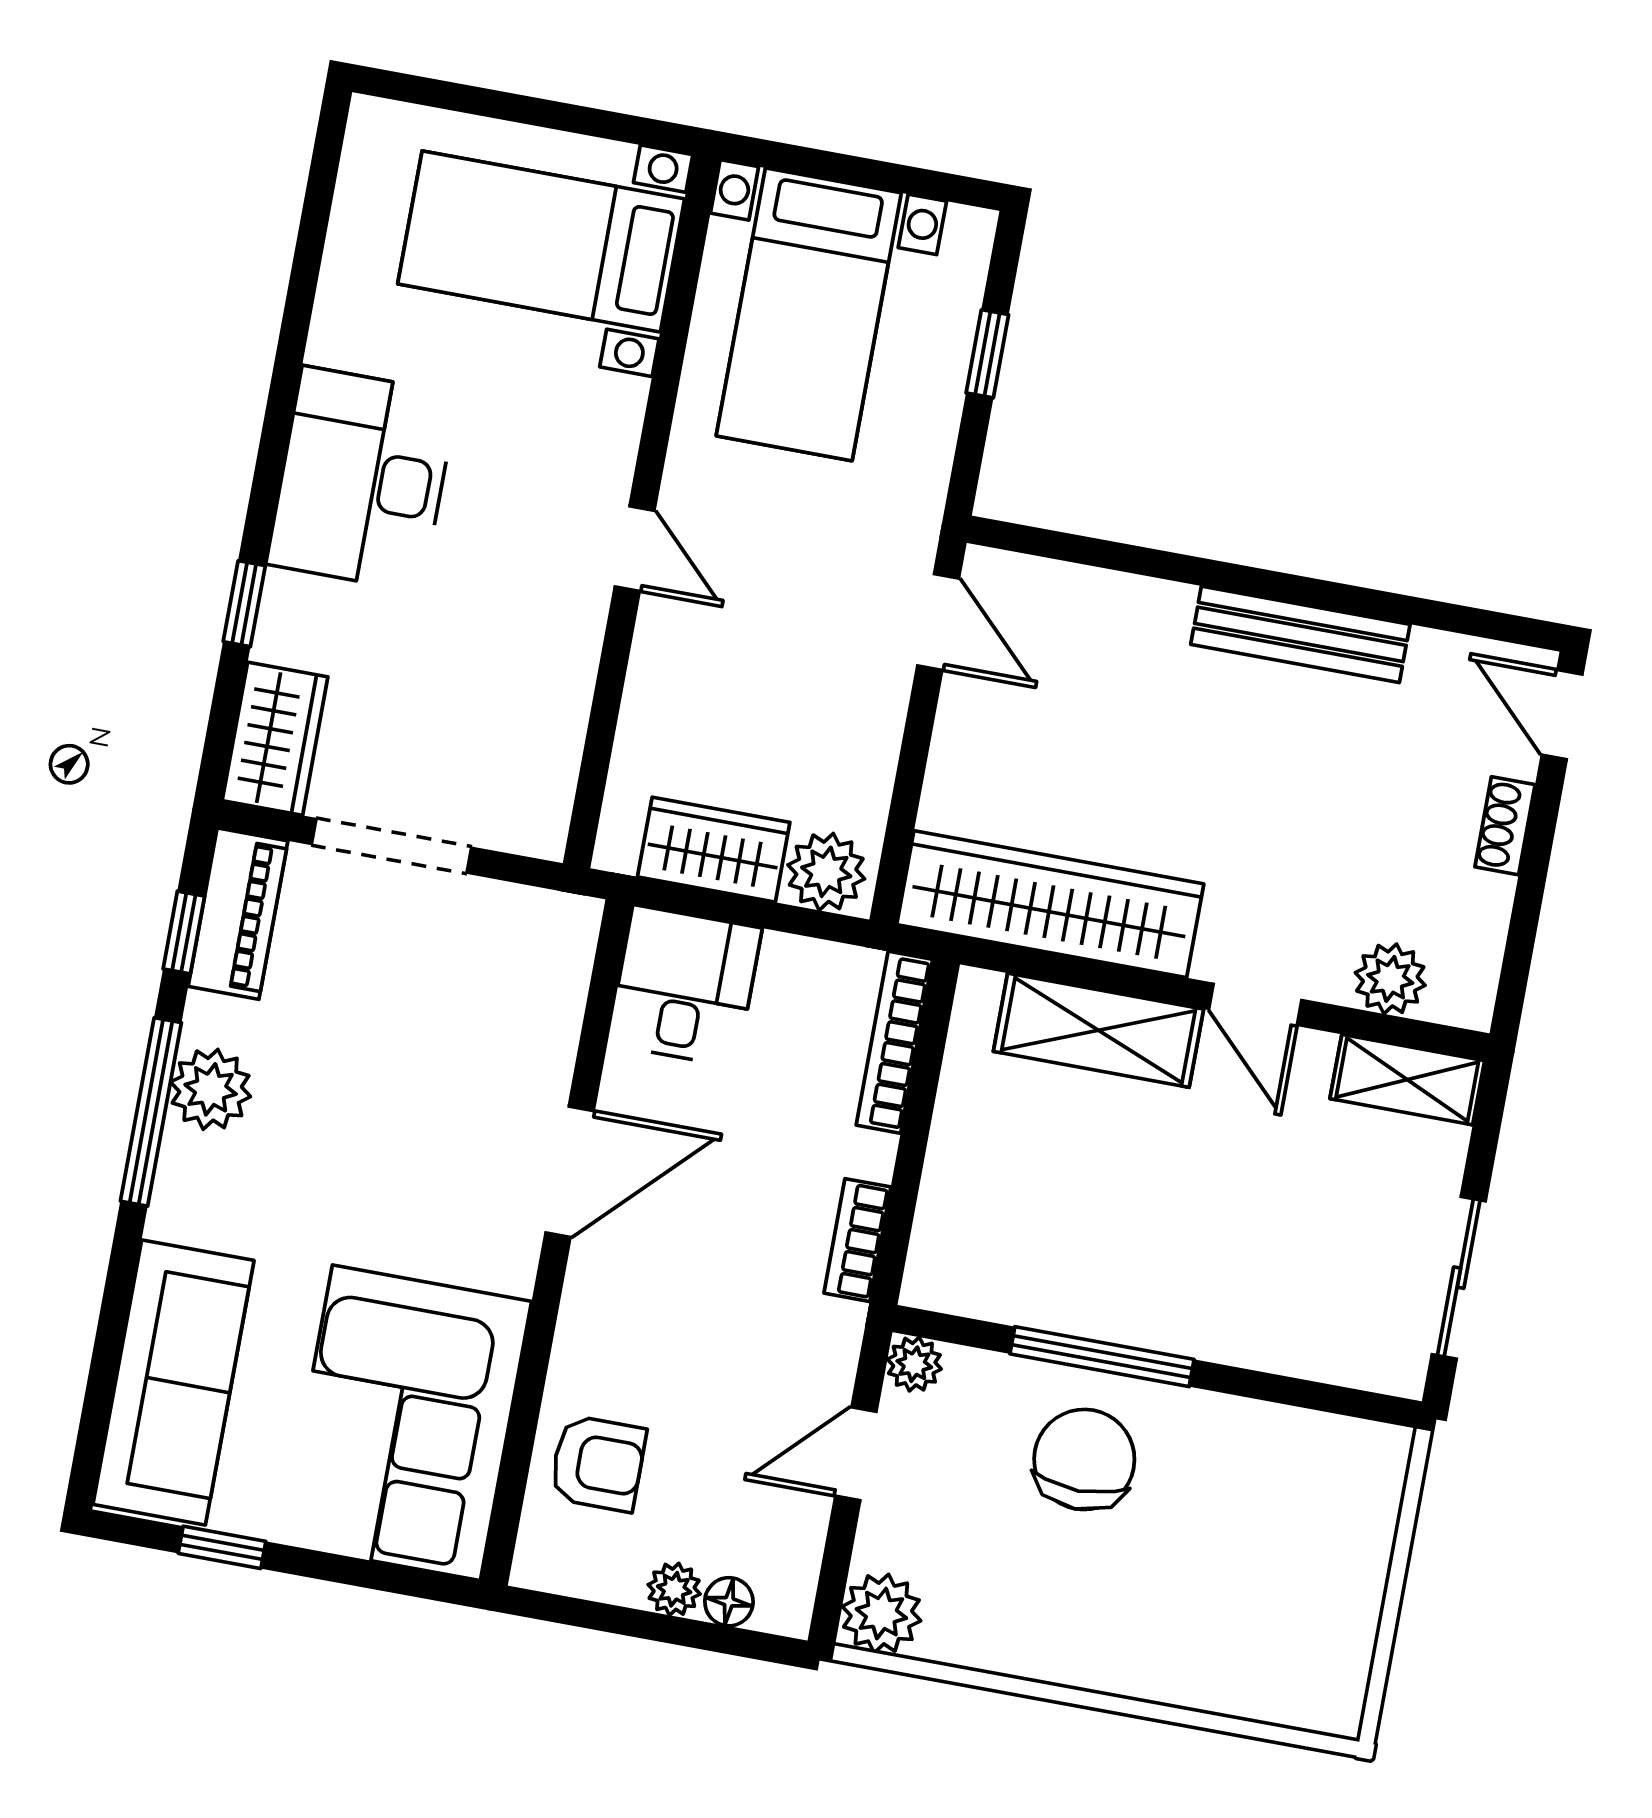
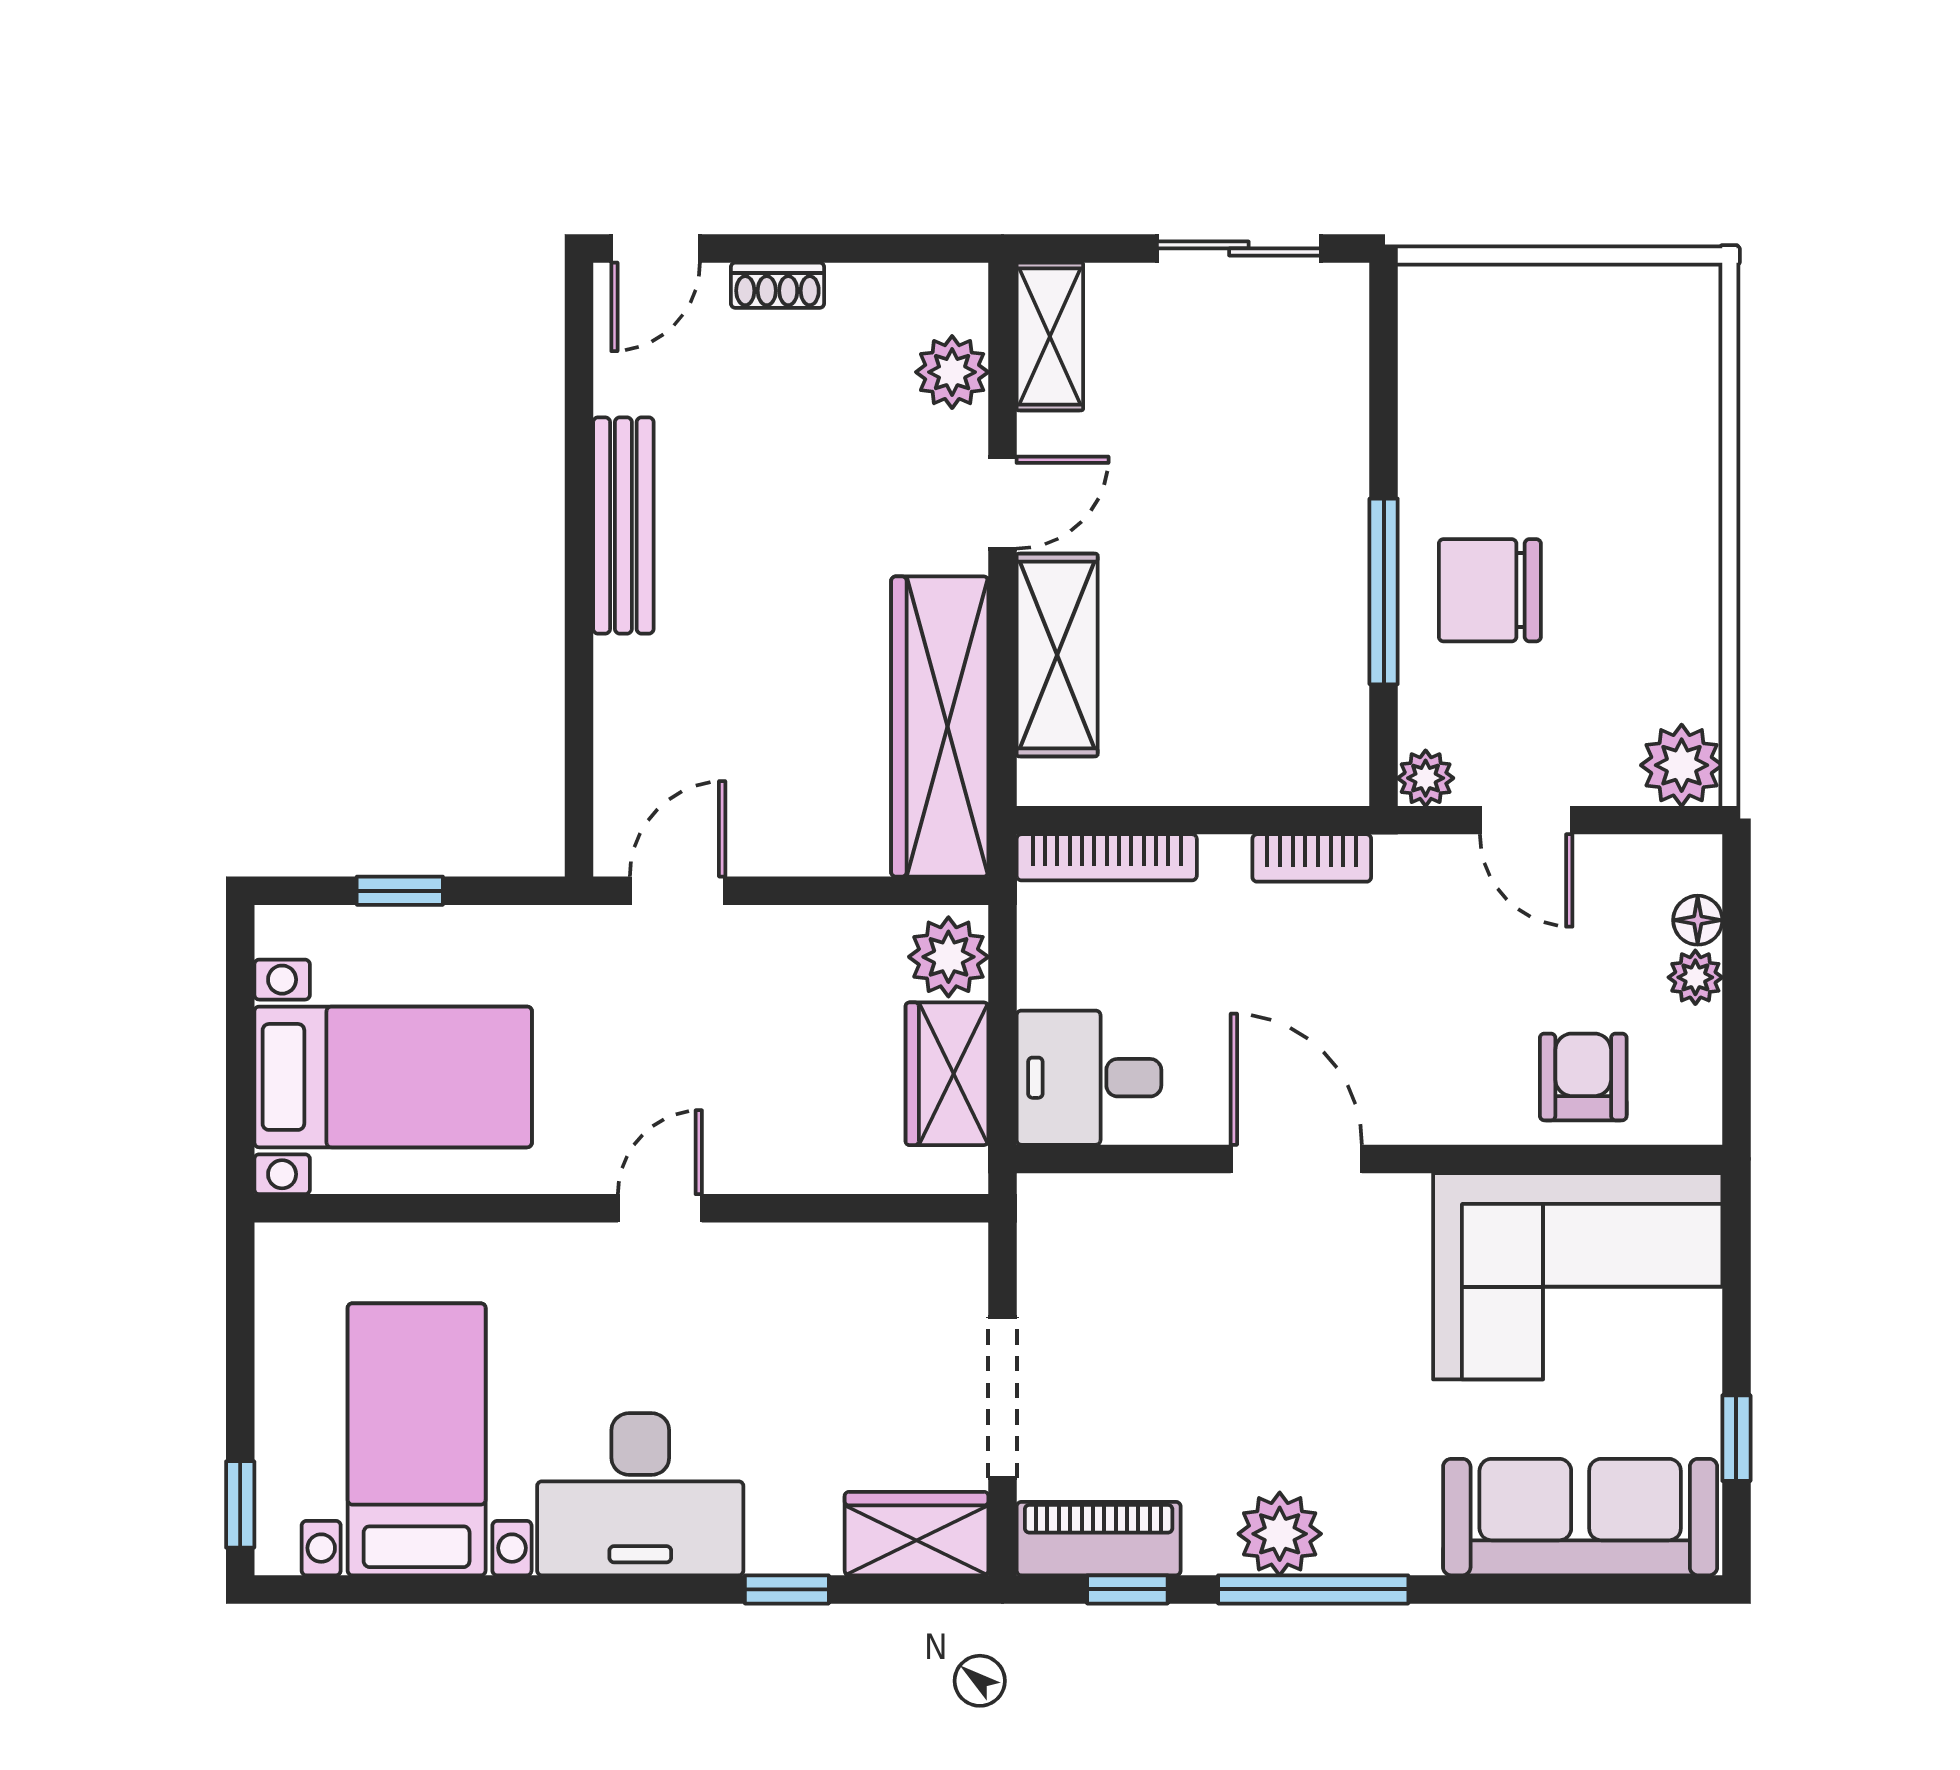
window: (423, 91) -> (240, 1504), added
bed with nightstands: (541, 241) -> (417, 1439), moved, turned 180

